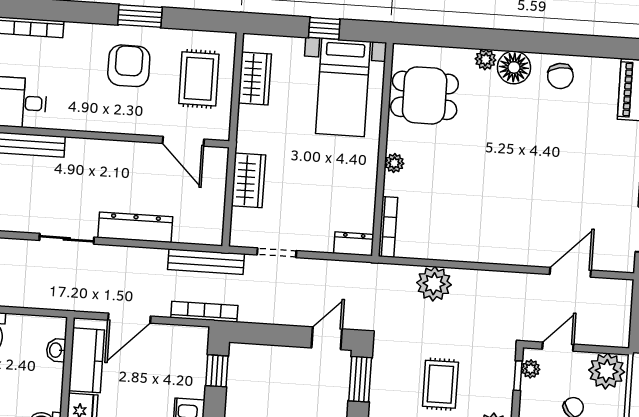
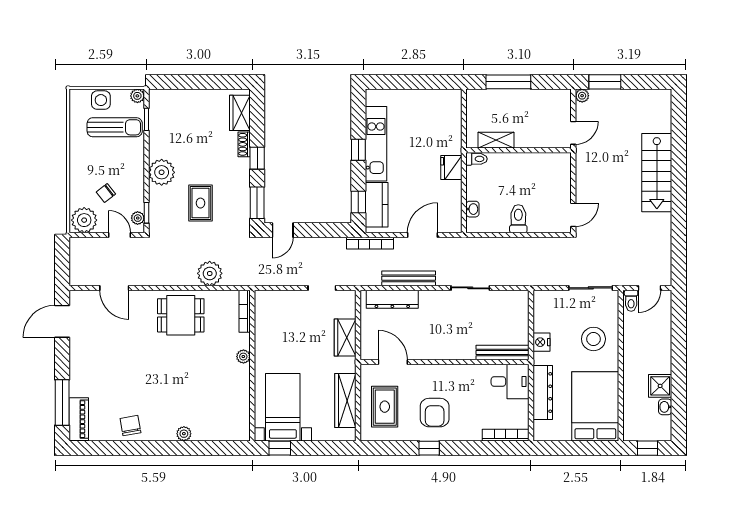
window: (140, 16) -> (429, 448), width x0.67
window: (324, 28) -> (280, 448), moved
floor lamp: (514, 67) -> (164, 429), removed
wardrobe: (255, 78) -> (345, 400), width x1.50
dining table: (425, 95) -> (181, 315), moved
dresser: (135, 227) -> (392, 299), moved
dresser: (354, 244) -> (268, 298), removed
bench: (206, 262) -> (409, 278), moved
door: (570, 272) -> (114, 288), hinge flipped
door: (558, 347) -> (120, 235), swing flipped
kitchen counter: (87, 360) -> (377, 205), moved, turned 180

